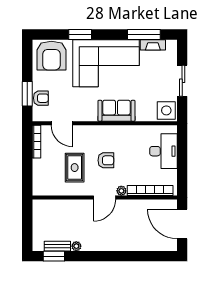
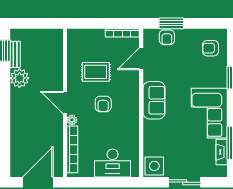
armchair: (51, 56) -> (211, 48), width x0.53, depth x0.53
corner sofa: (106, 63) -> (209, 113), width x0.73, depth x0.74
sofa: (116, 111) -> (154, 100), moved
plant: (76, 246) -> (19, 78), width x1.88, depth x1.88

